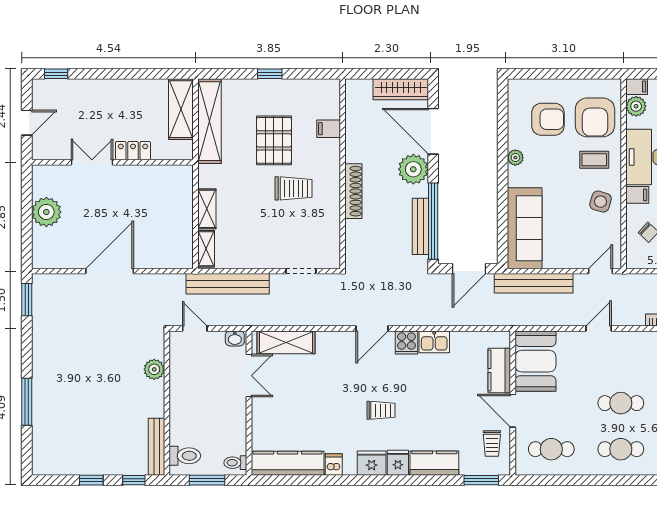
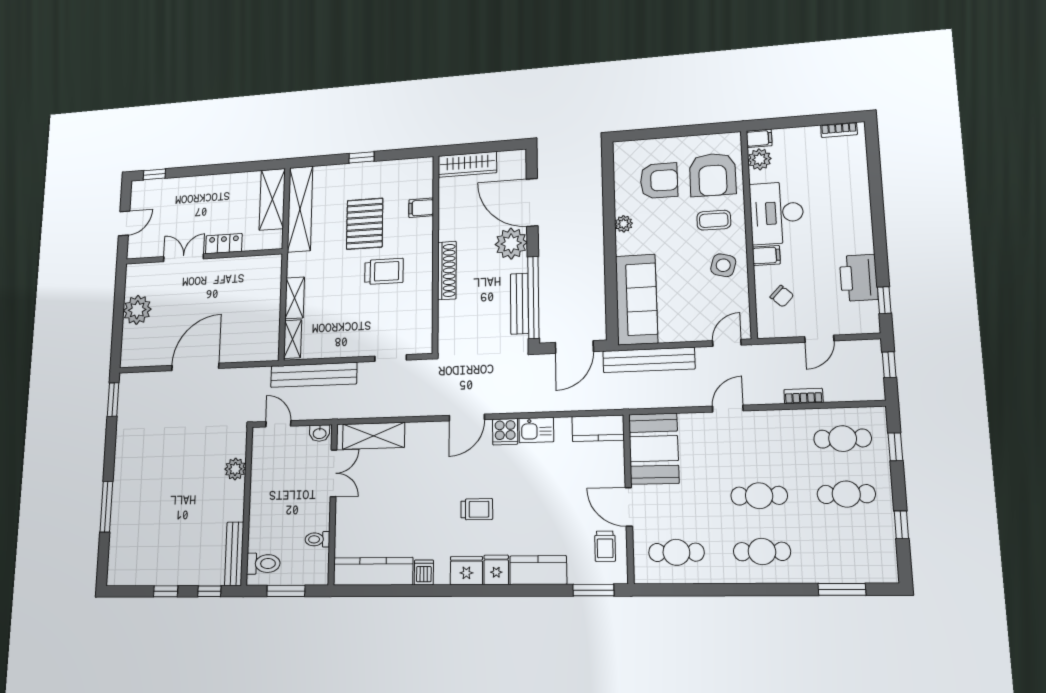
wardrobe: (401, 89) -> (467, 164), moved
kitchen counter: (499, 370) -> (598, 428), moved, turned -90
toilet: (235, 463) -> (317, 539), moved

